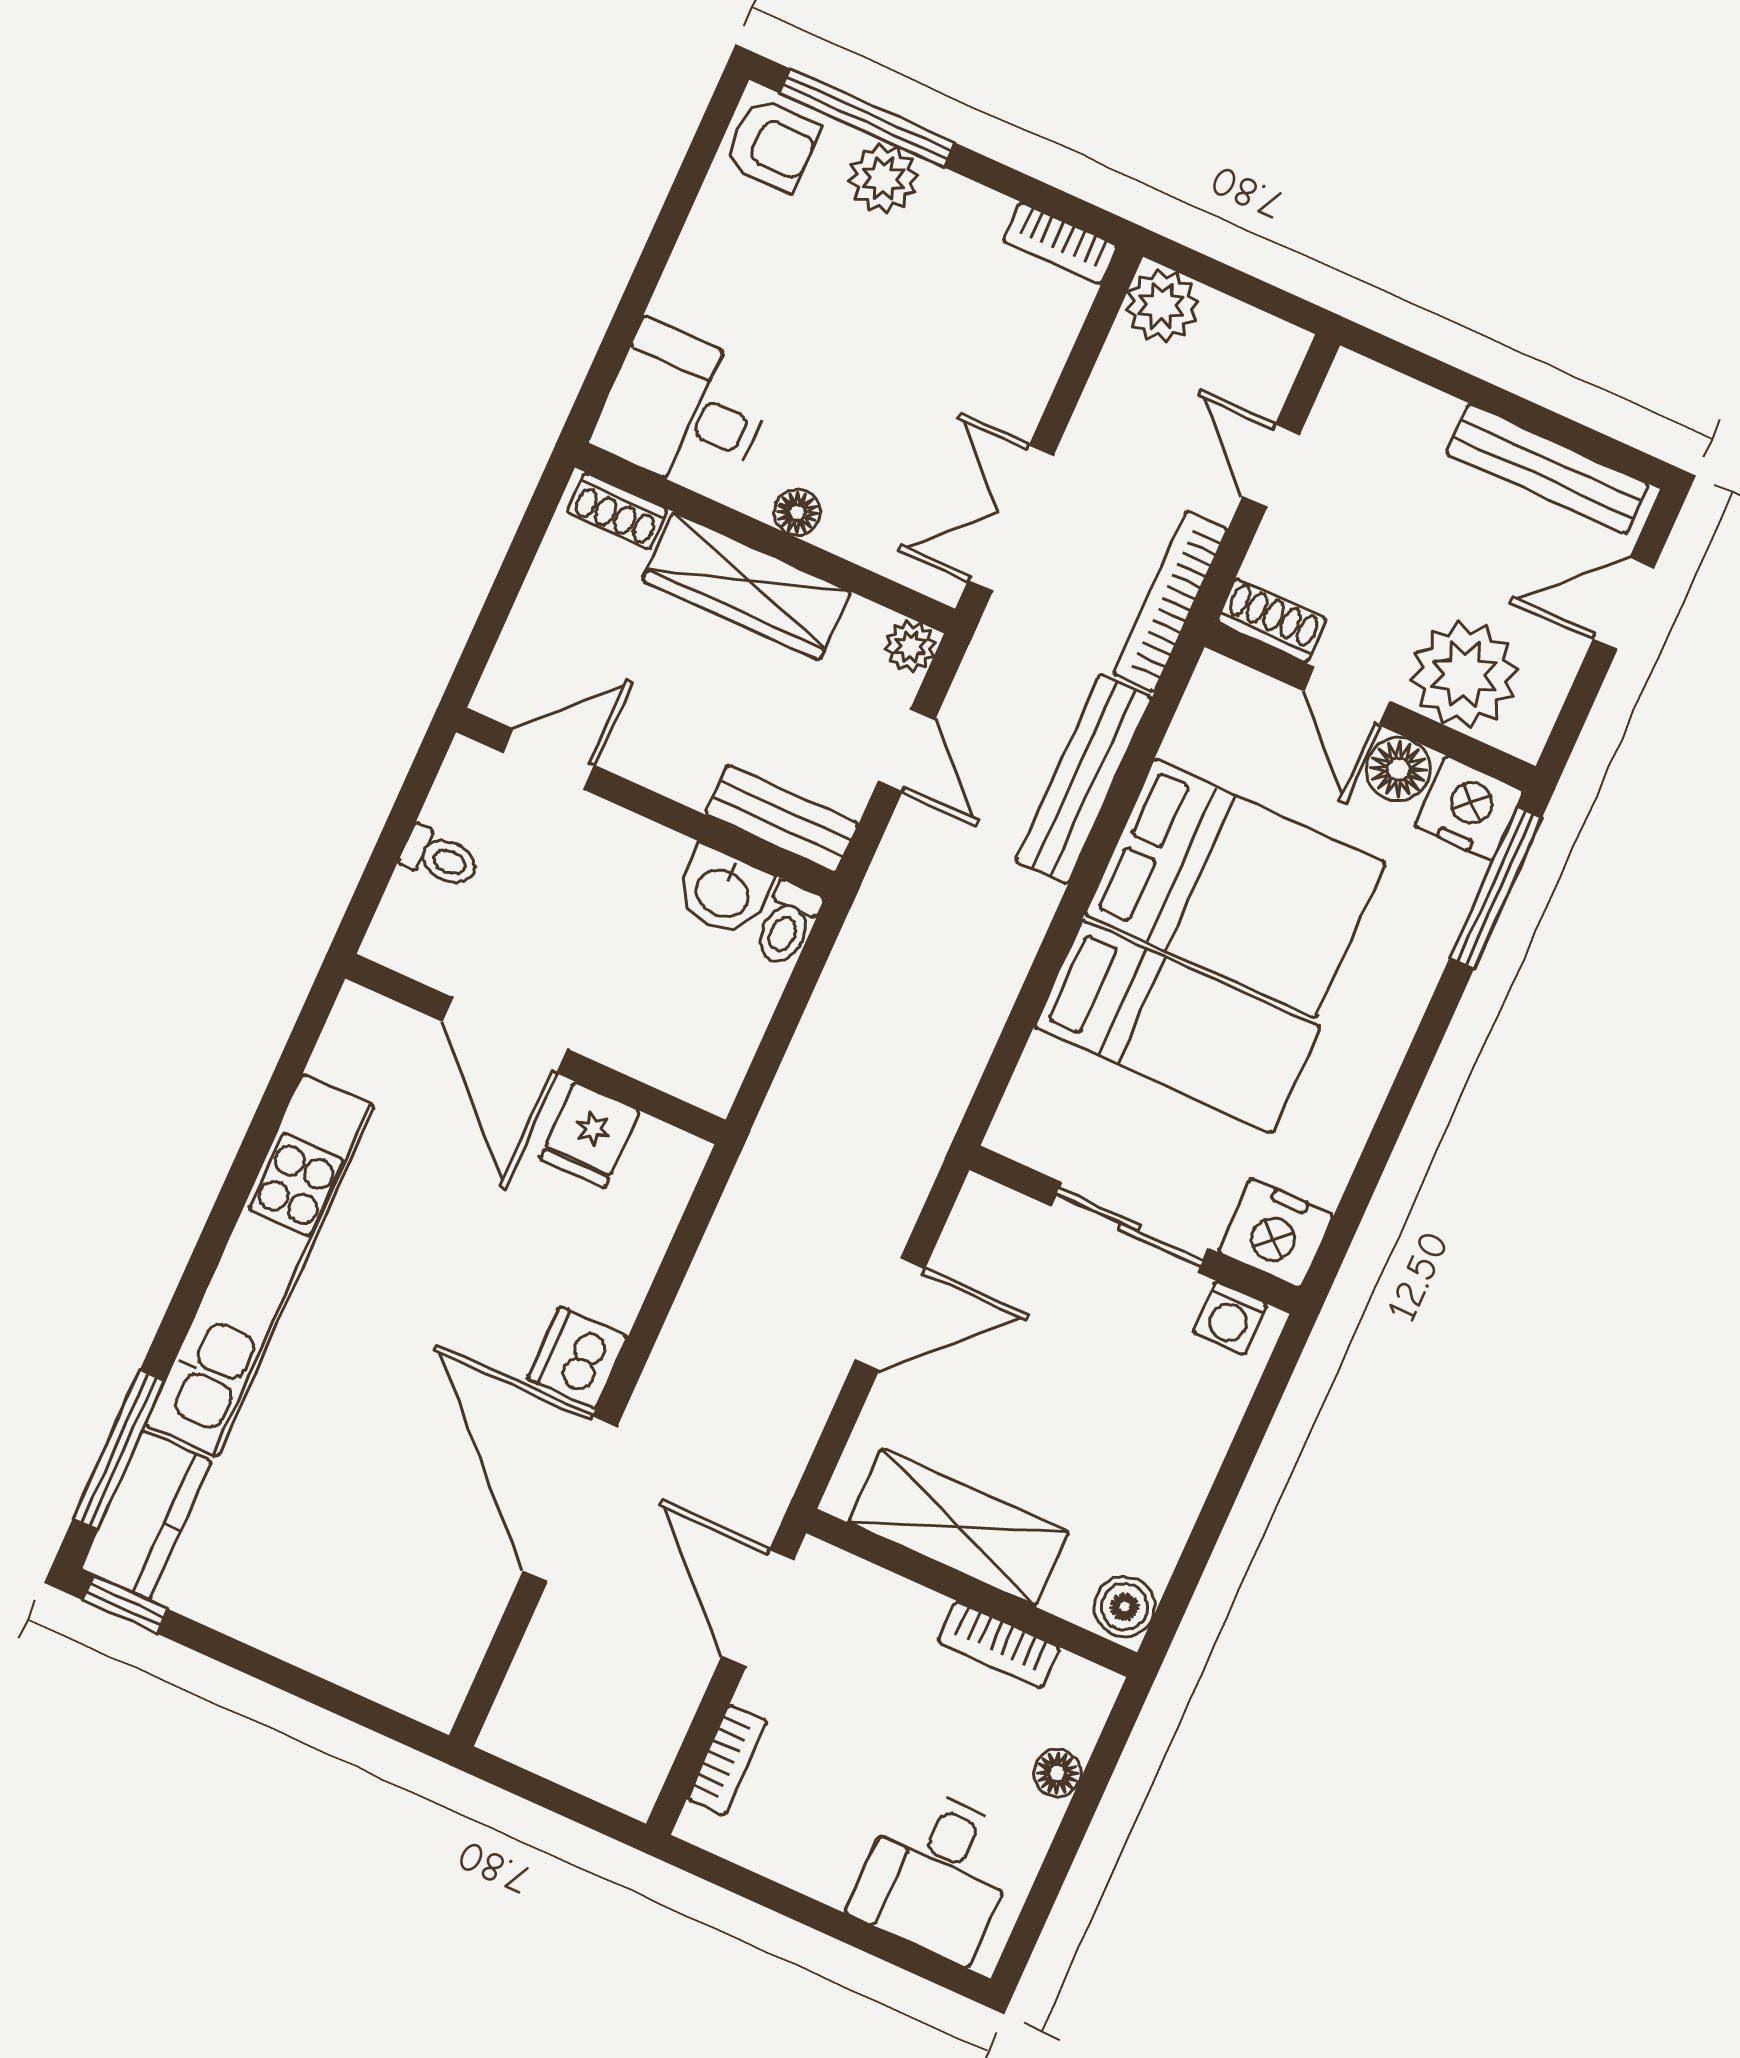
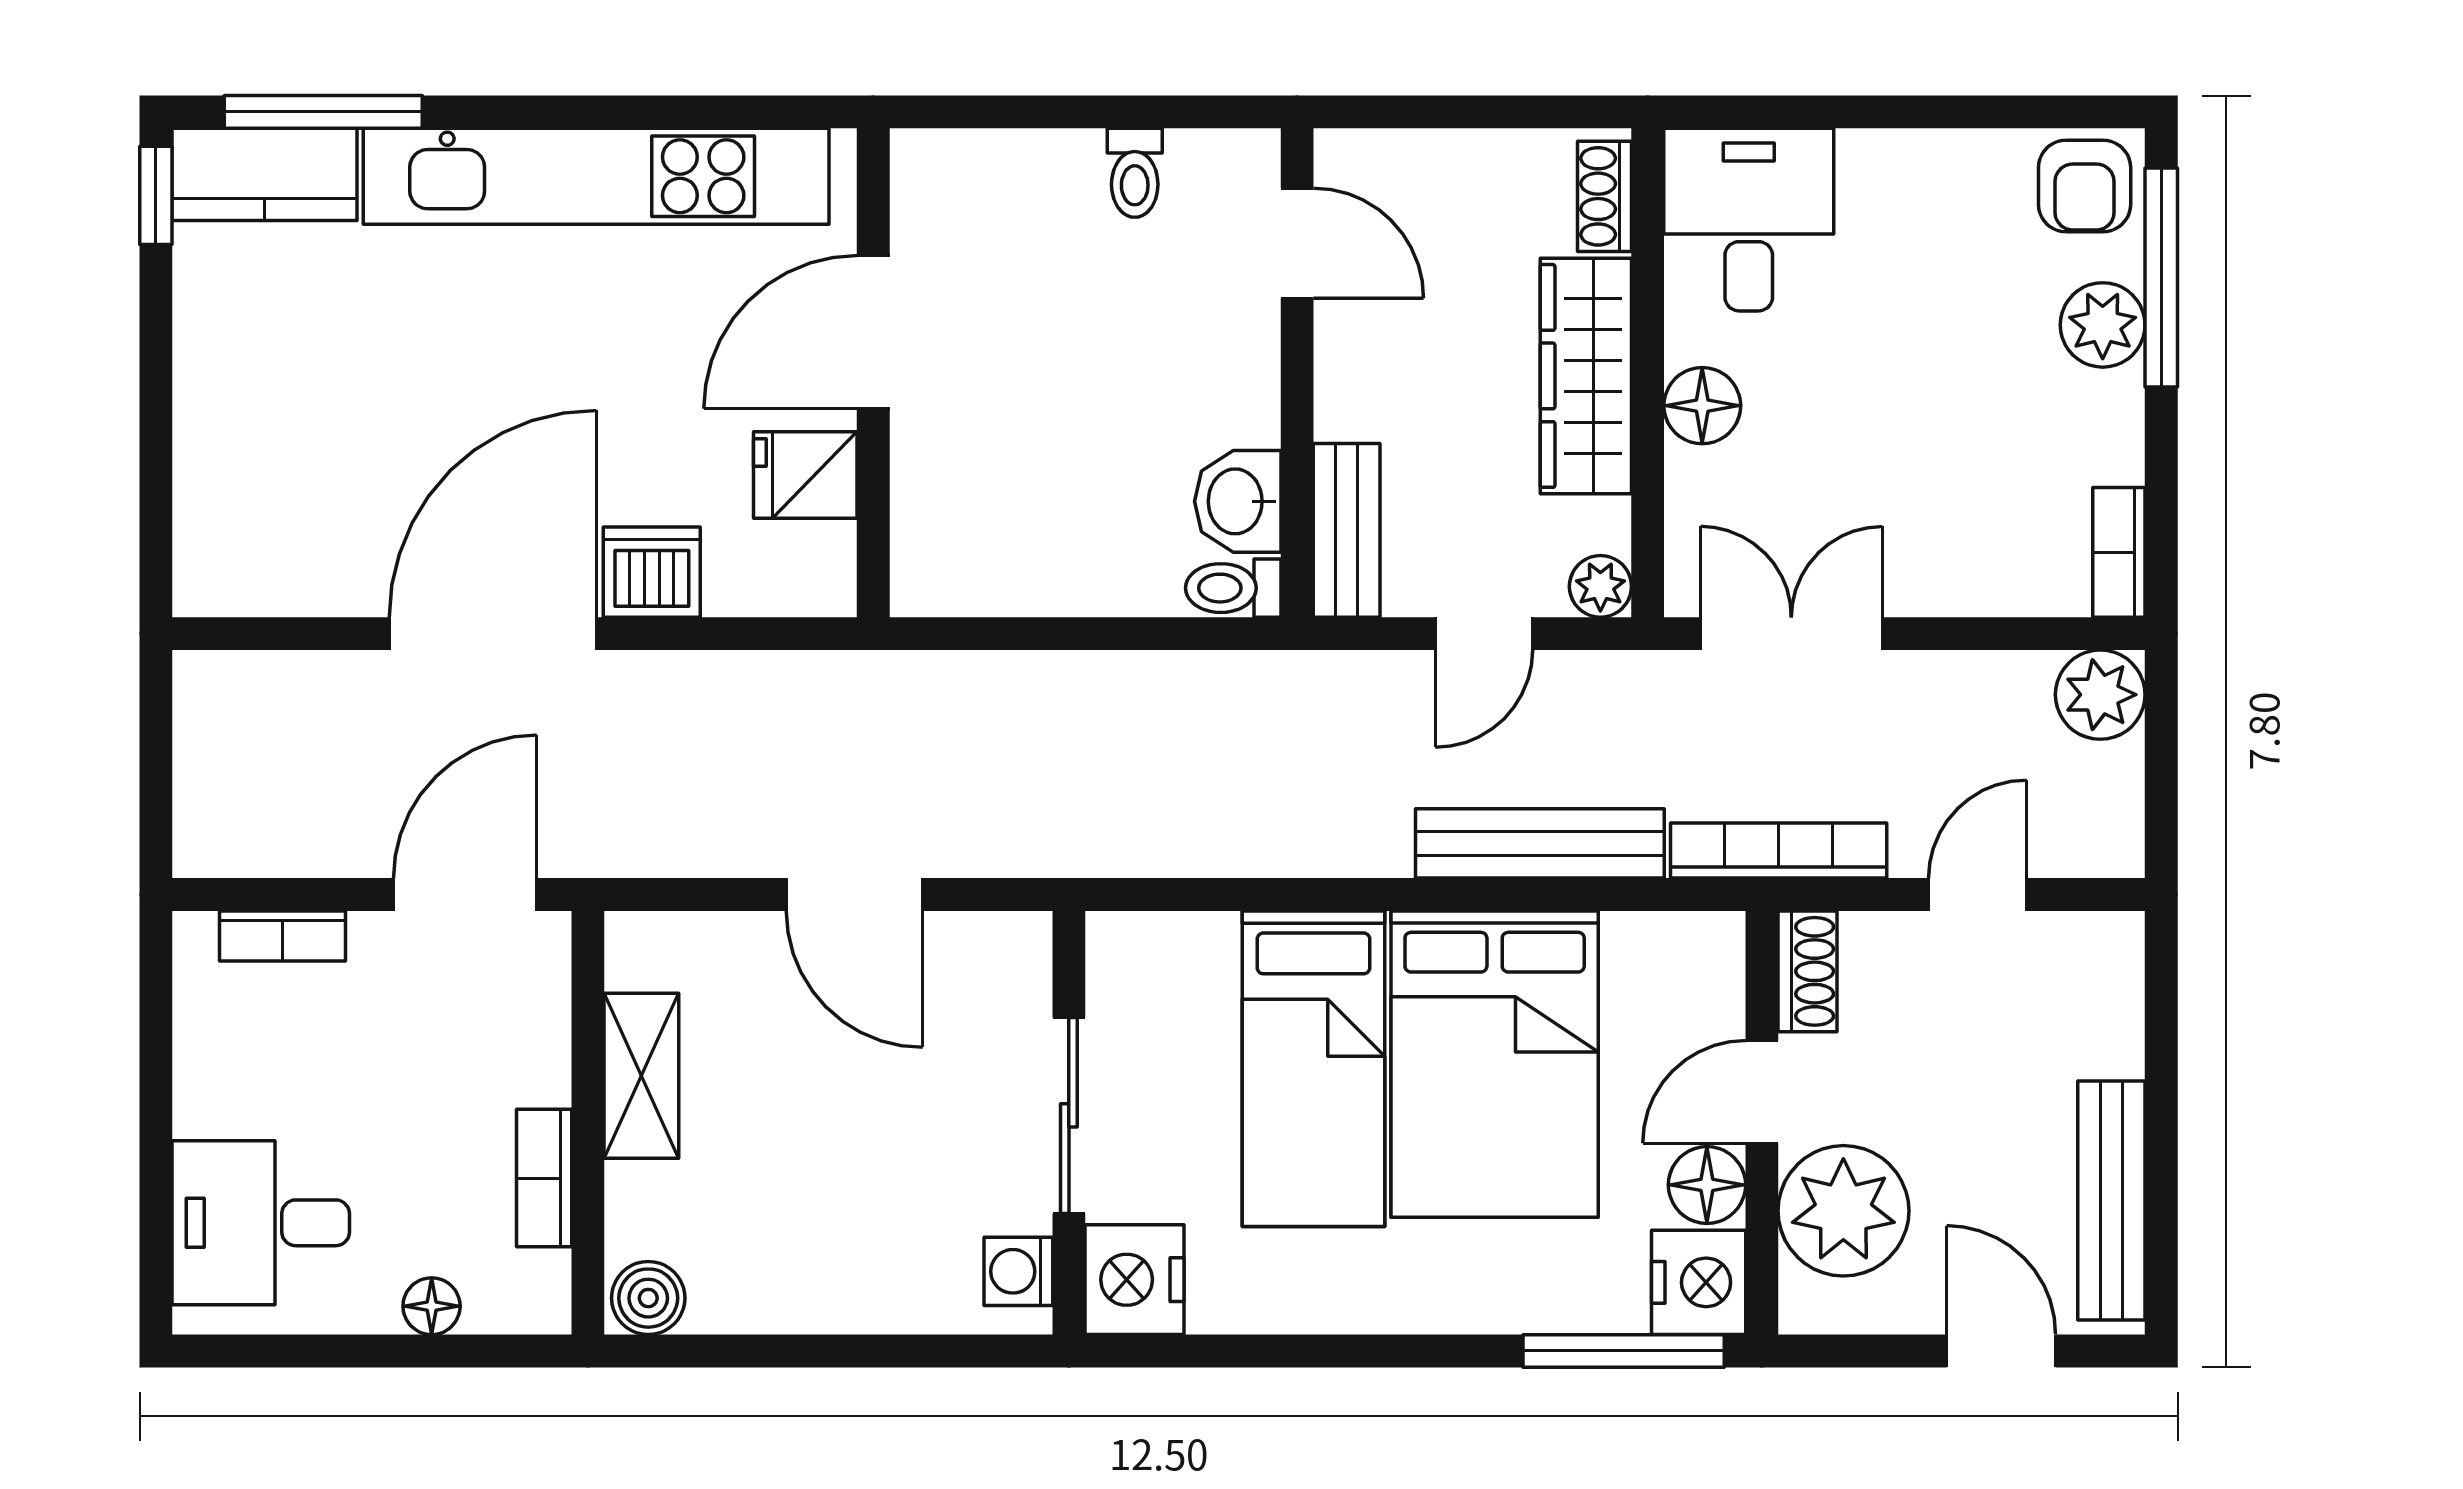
floor lamp: (797, 512) -> (1702, 406), width x1.37, depth x1.37
door: (505, 1035) -> (873, 332), moved
wall: (535, 1049) -> (873, 373), moved
fridge: (590, 1135) -> (805, 475), moved
shelving: (959, 1527) -> (641, 1076), width x0.67, depth x0.75

